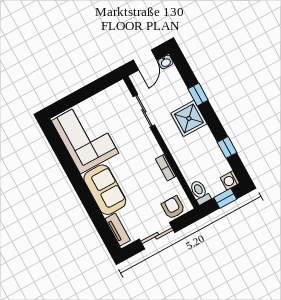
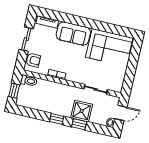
door: (145, 60) -> (121, 113), swing flipped
shower: (189, 118) -> (82, 111), moved
window: (227, 147) -> (57, 119), moved
washing machine: (230, 181) -> (21, 101), removed

